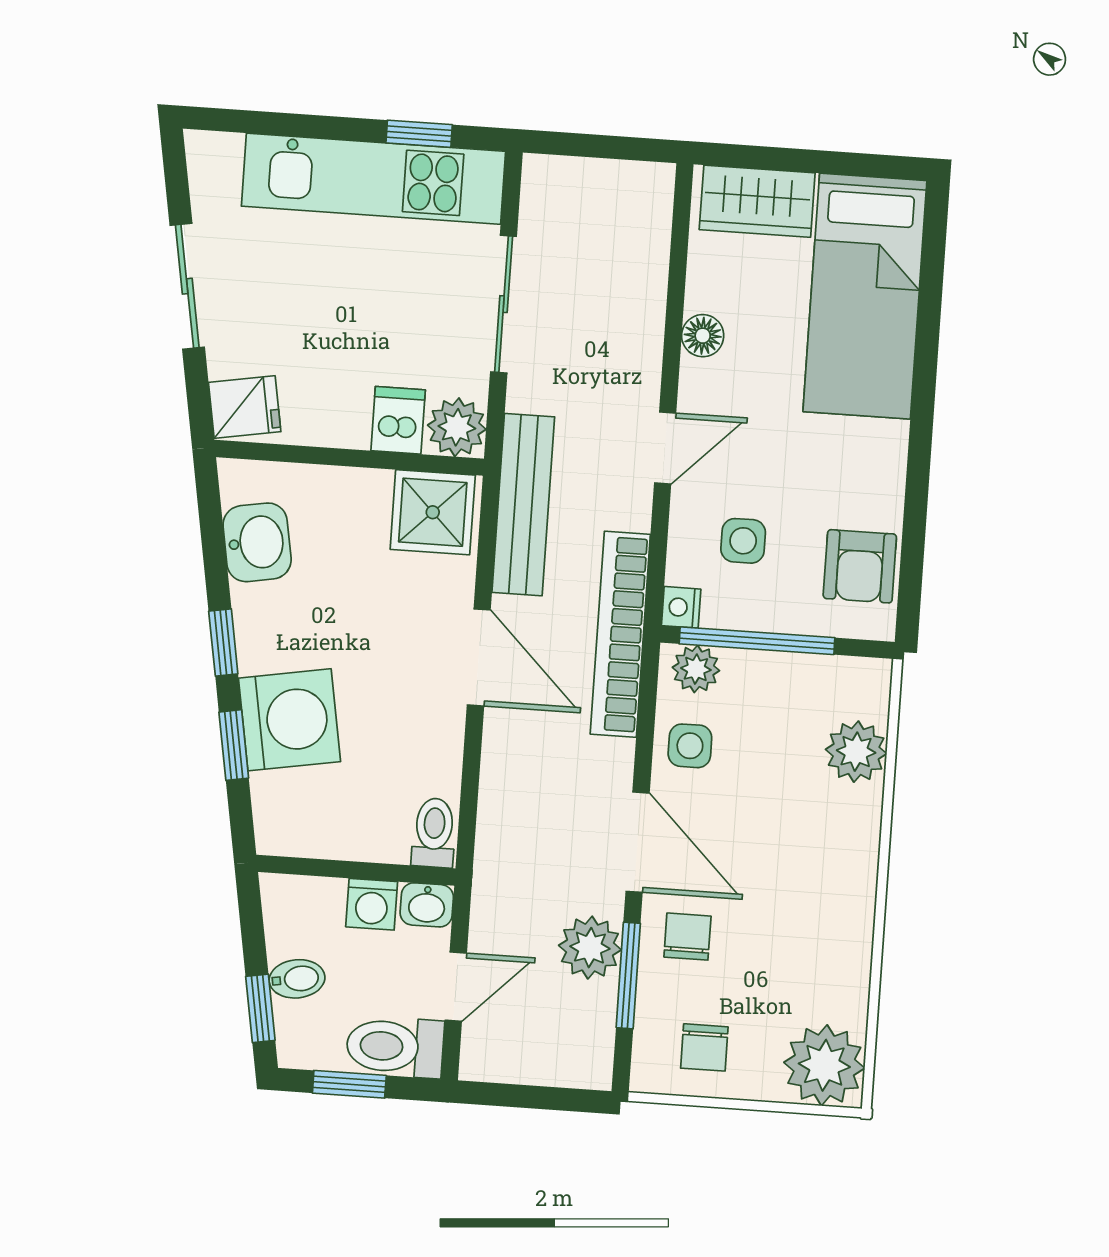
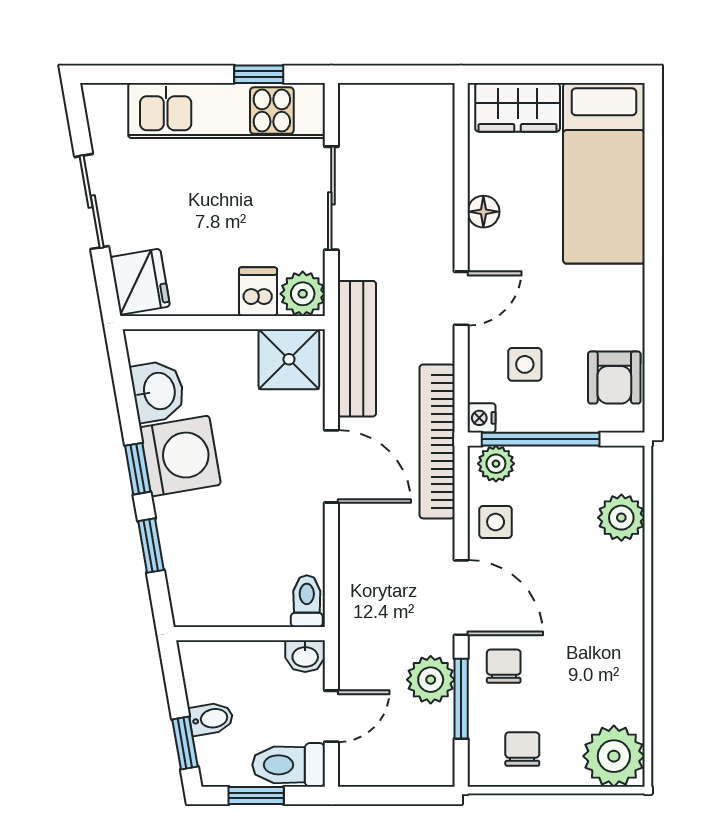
fridge: (245, 407) -> (140, 282), width x1.38
washing machine: (290, 720) -> (180, 456), moved
washing machine: (372, 904) -> (264, 658), removed
chair: (704, 1047) -> (522, 749), turned 180

